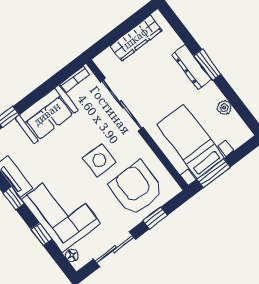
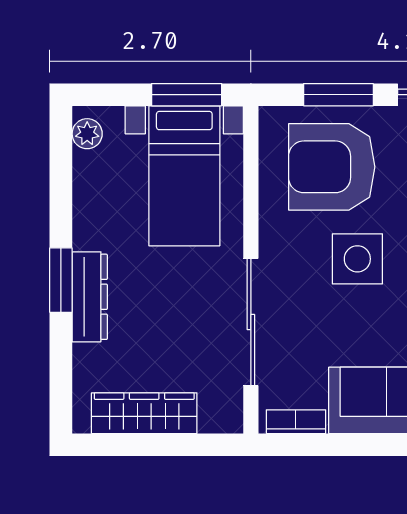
plant: (224, 108) -> (87, 134), moved
armchair: (136, 188) -> (332, 167), turned 90
window: (155, 218) -> (338, 95), width x1.50

